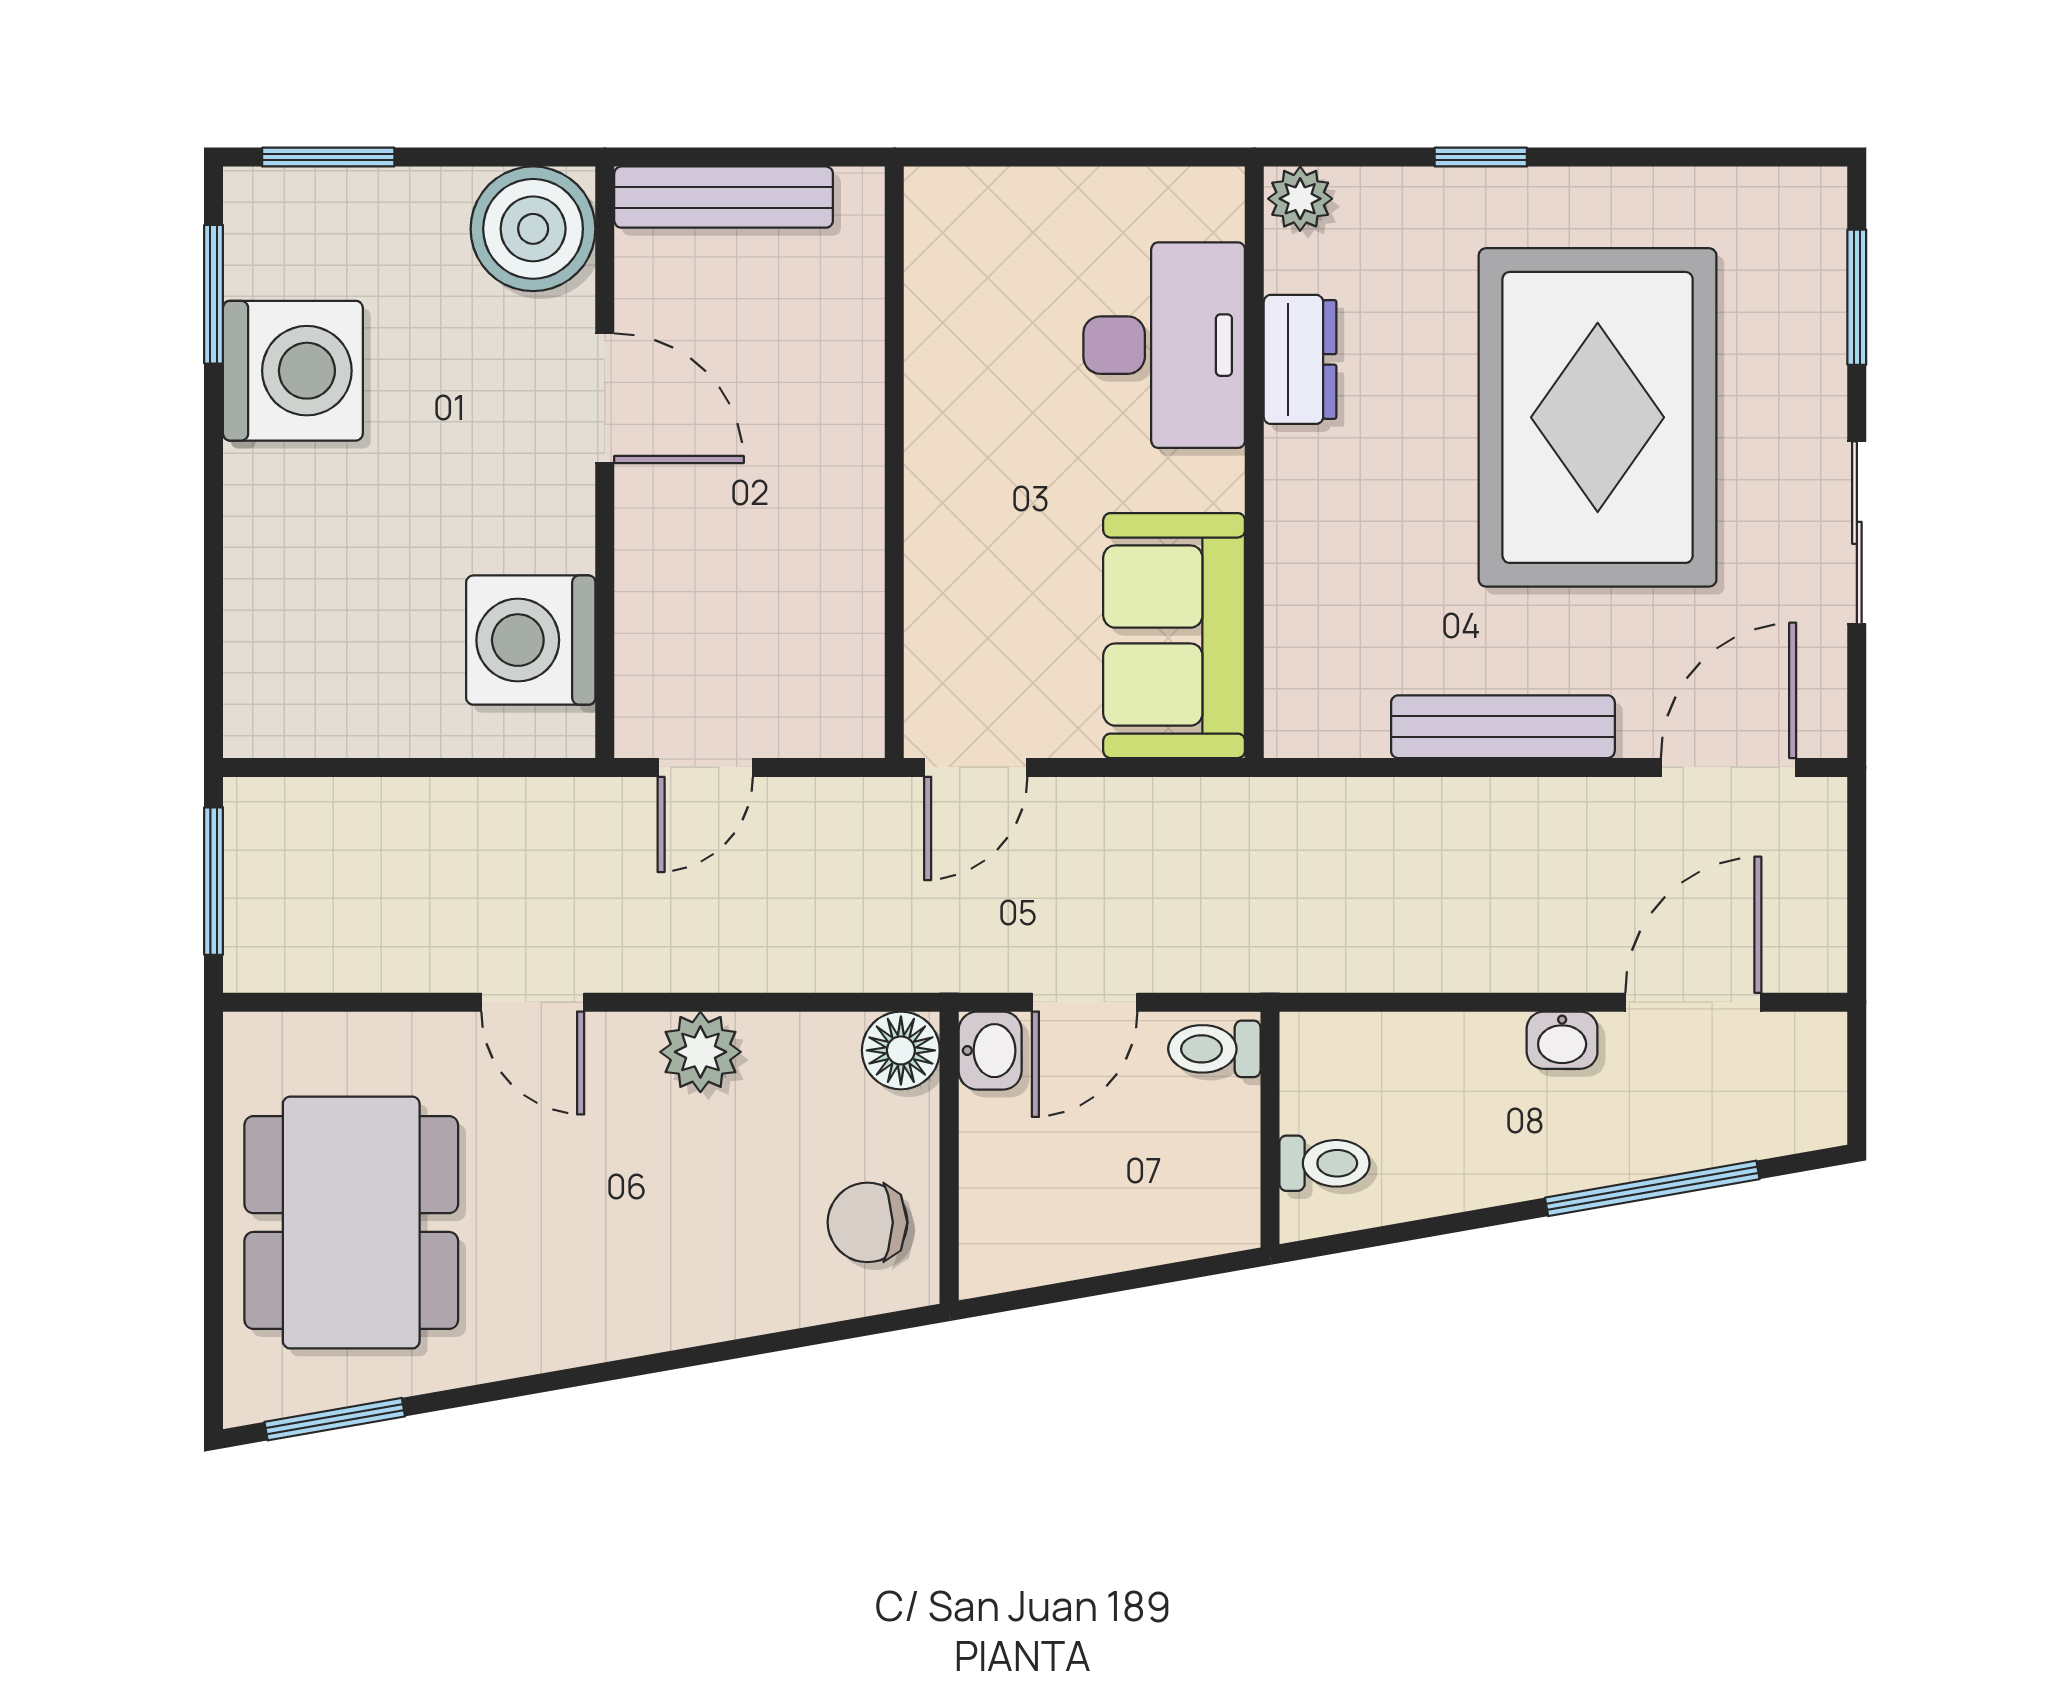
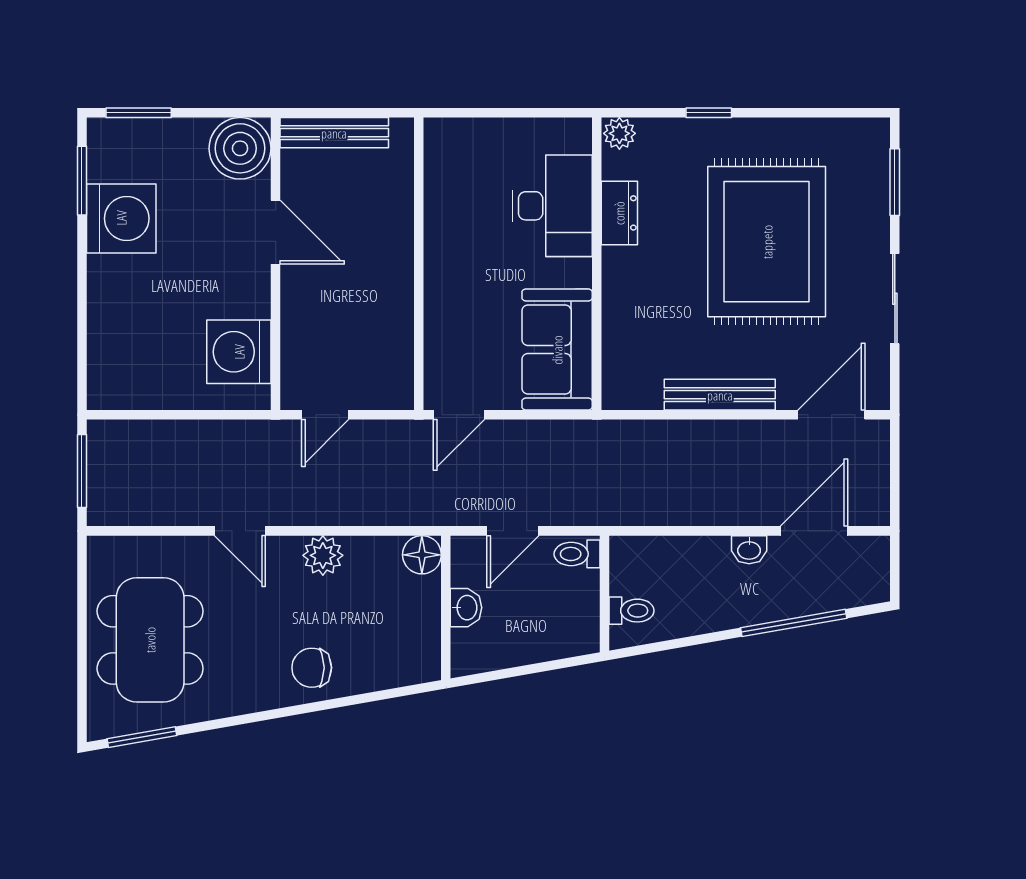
washbasin: (990, 1051) -> (466, 608), moved
chair: (868, 1222) -> (312, 668), moved

